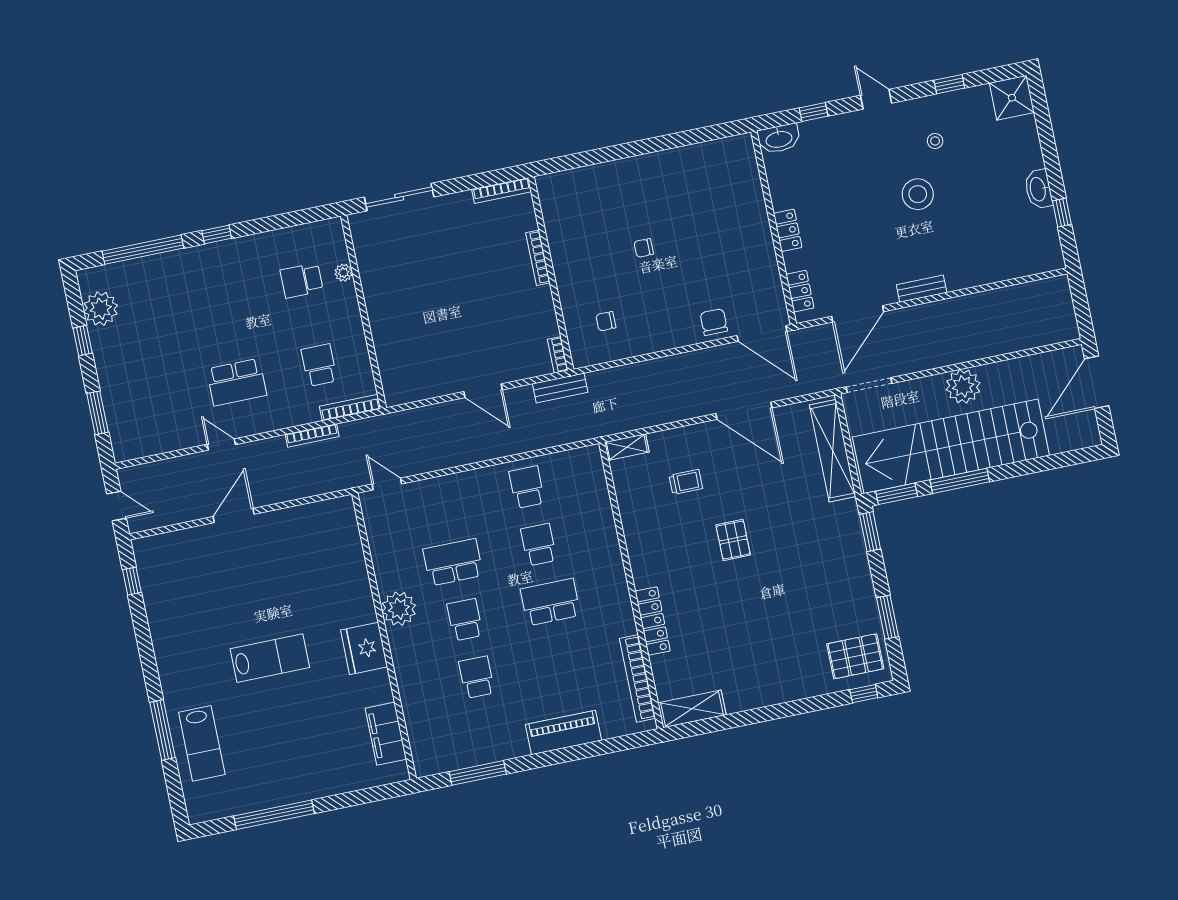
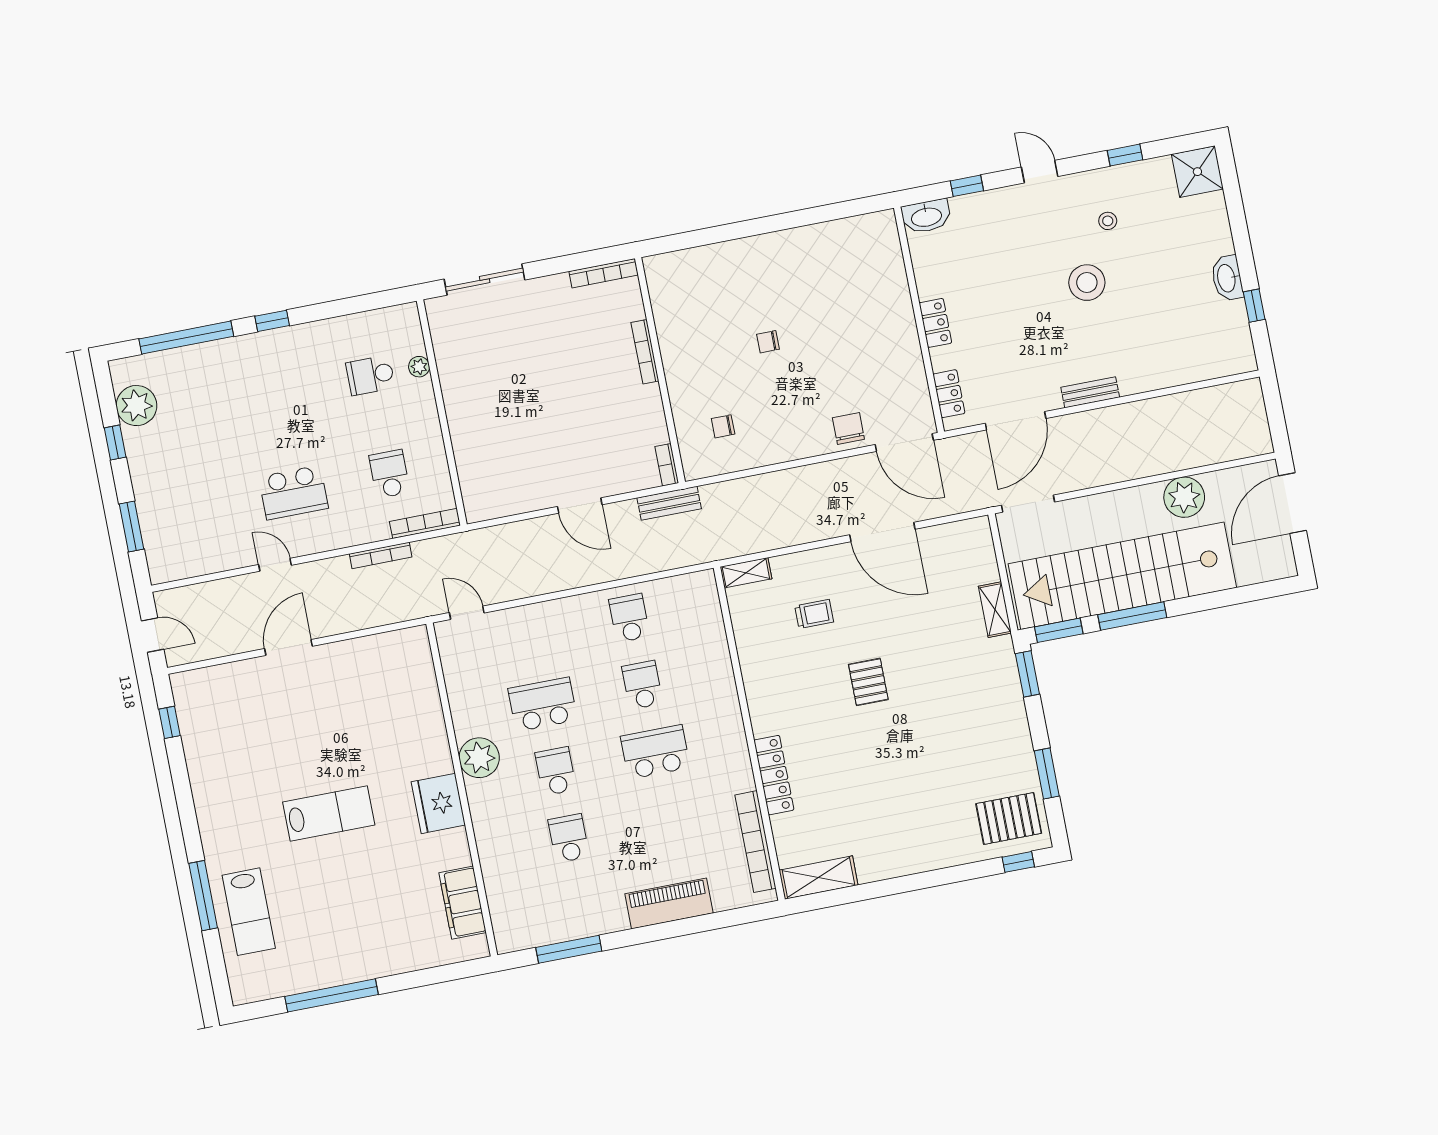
plant: (963, 386) -> (1184, 497), moved
shelving: (833, 451) -> (995, 610), width x0.45, depth x0.75

